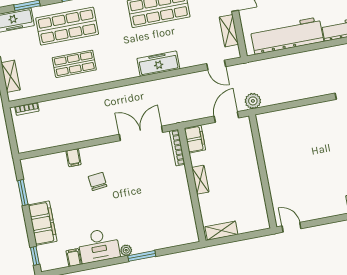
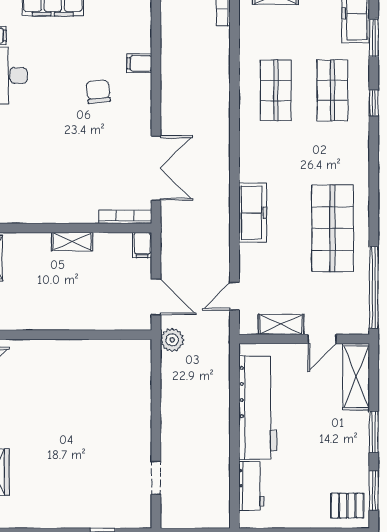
shop shelf: (67, 26) -> (332, 90), width x0.70, depth x0.74
filing cabinet: (195, 139) -> (142, 245), width x0.50
chair: (98, 181) -> (98, 92), turned -90

